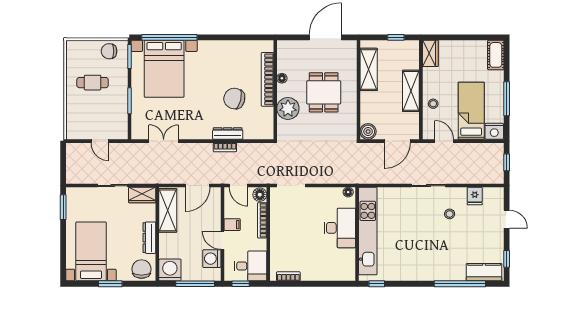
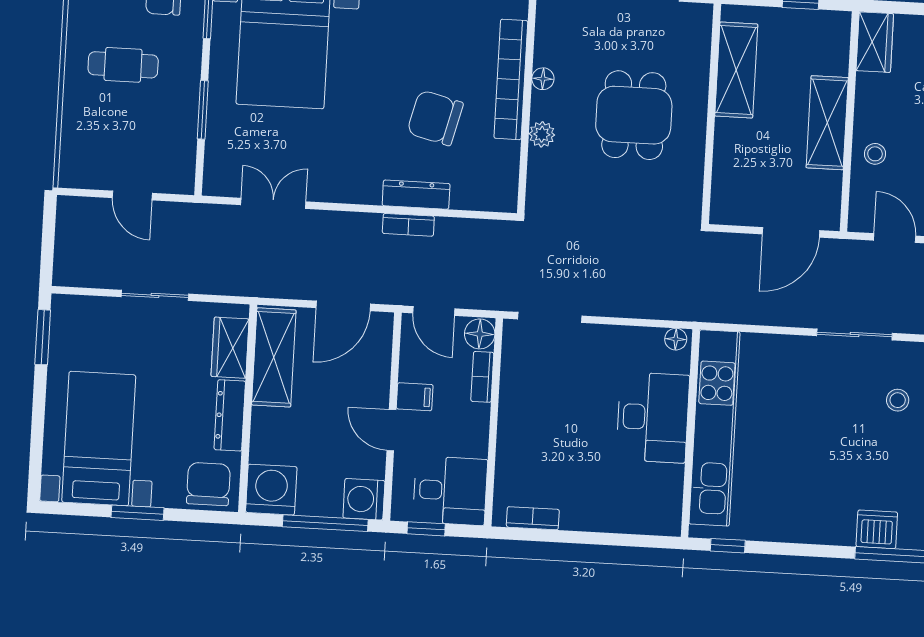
plant: (288, 108) -> (542, 134), width x0.53, depth x0.53
boiler: (368, 131) -> (727, 207), removed
wardrobe: (142, 195) -> (230, 348), moved, turned 90
bookcase: (262, 220) -> (482, 377), width x0.64
washing machine: (212, 259) -> (364, 499), moved
dishwasher: (443, 273) -> (877, 529), added

